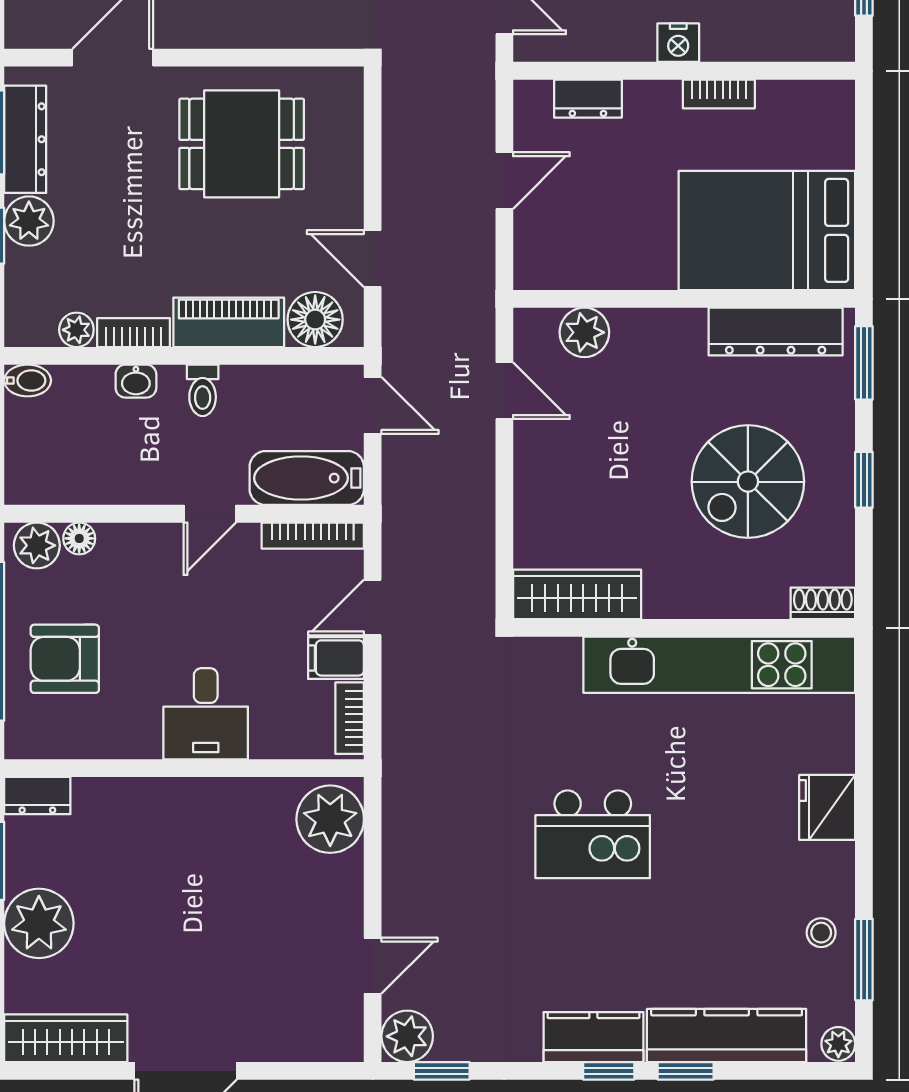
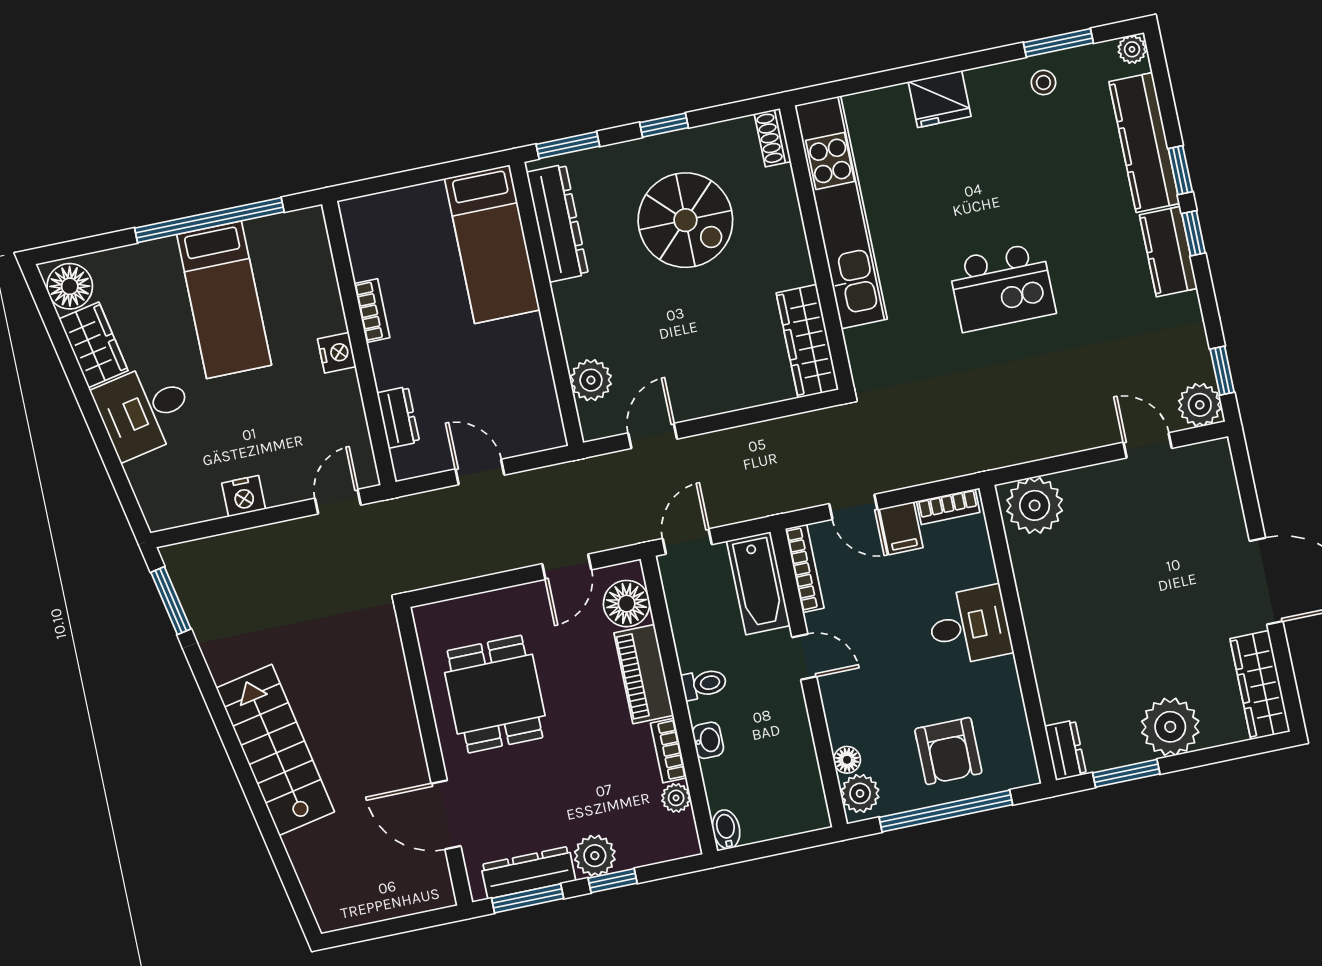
bed: (767, 230) -> (492, 244), width x0.67
kitchen island: (593, 834) -> (1002, 287), turned 90

